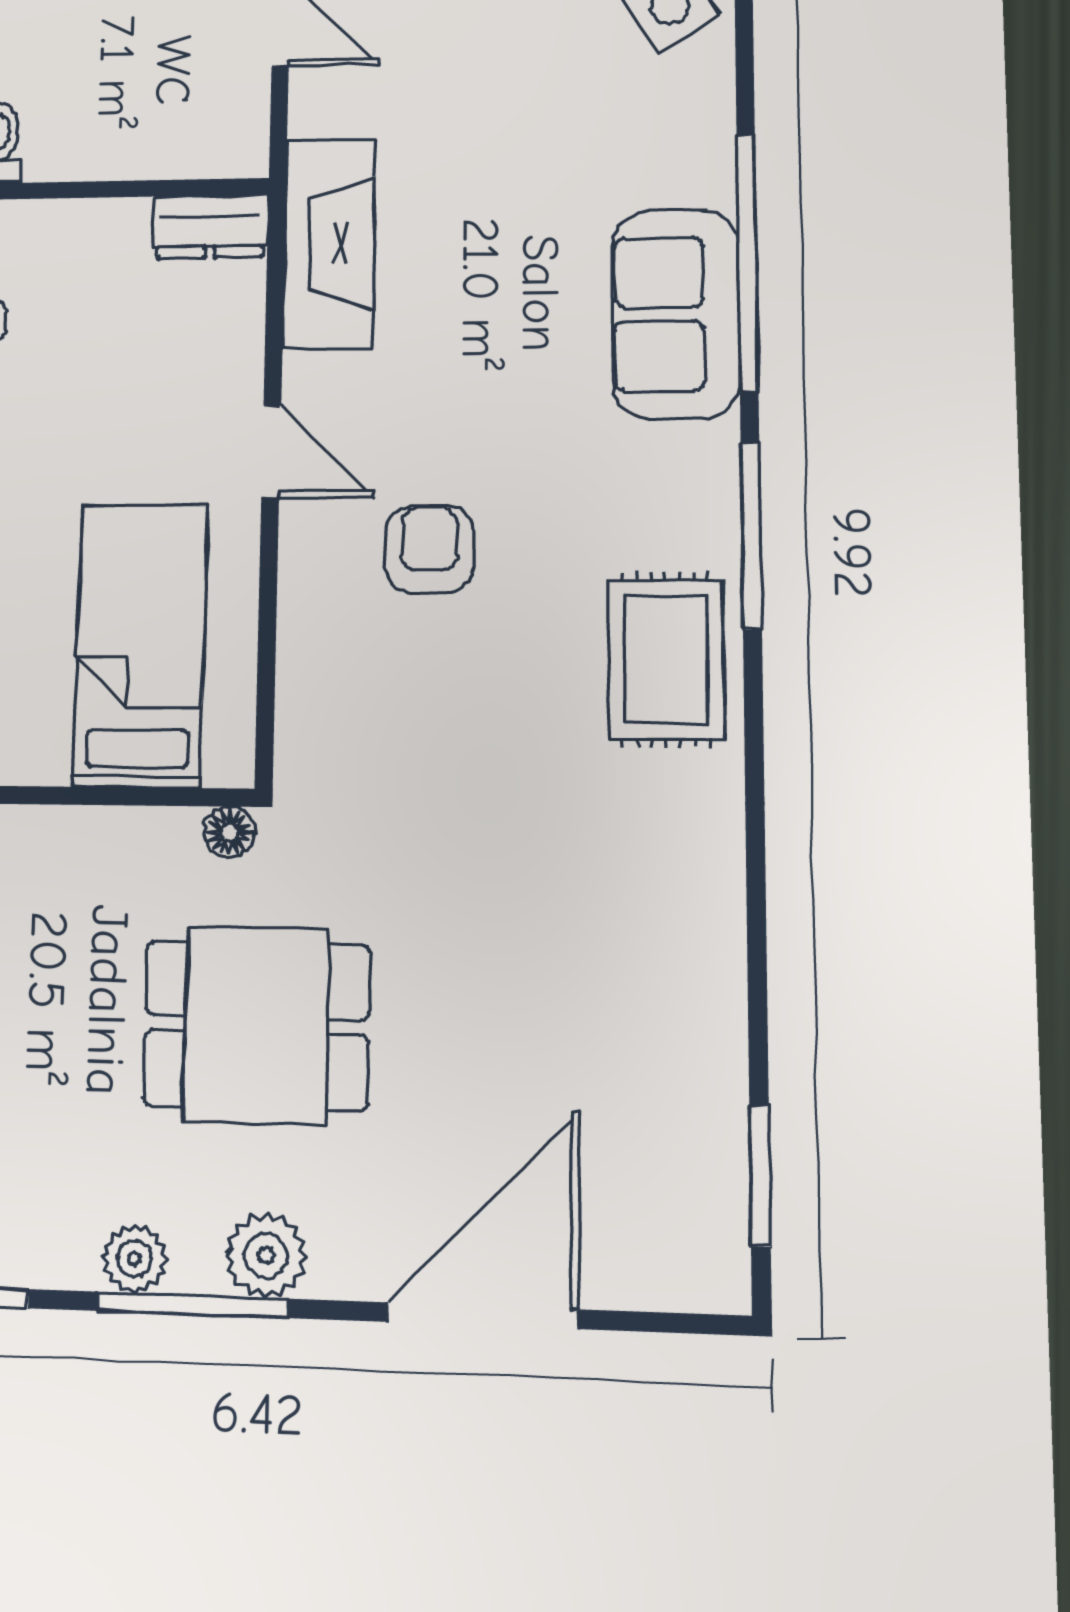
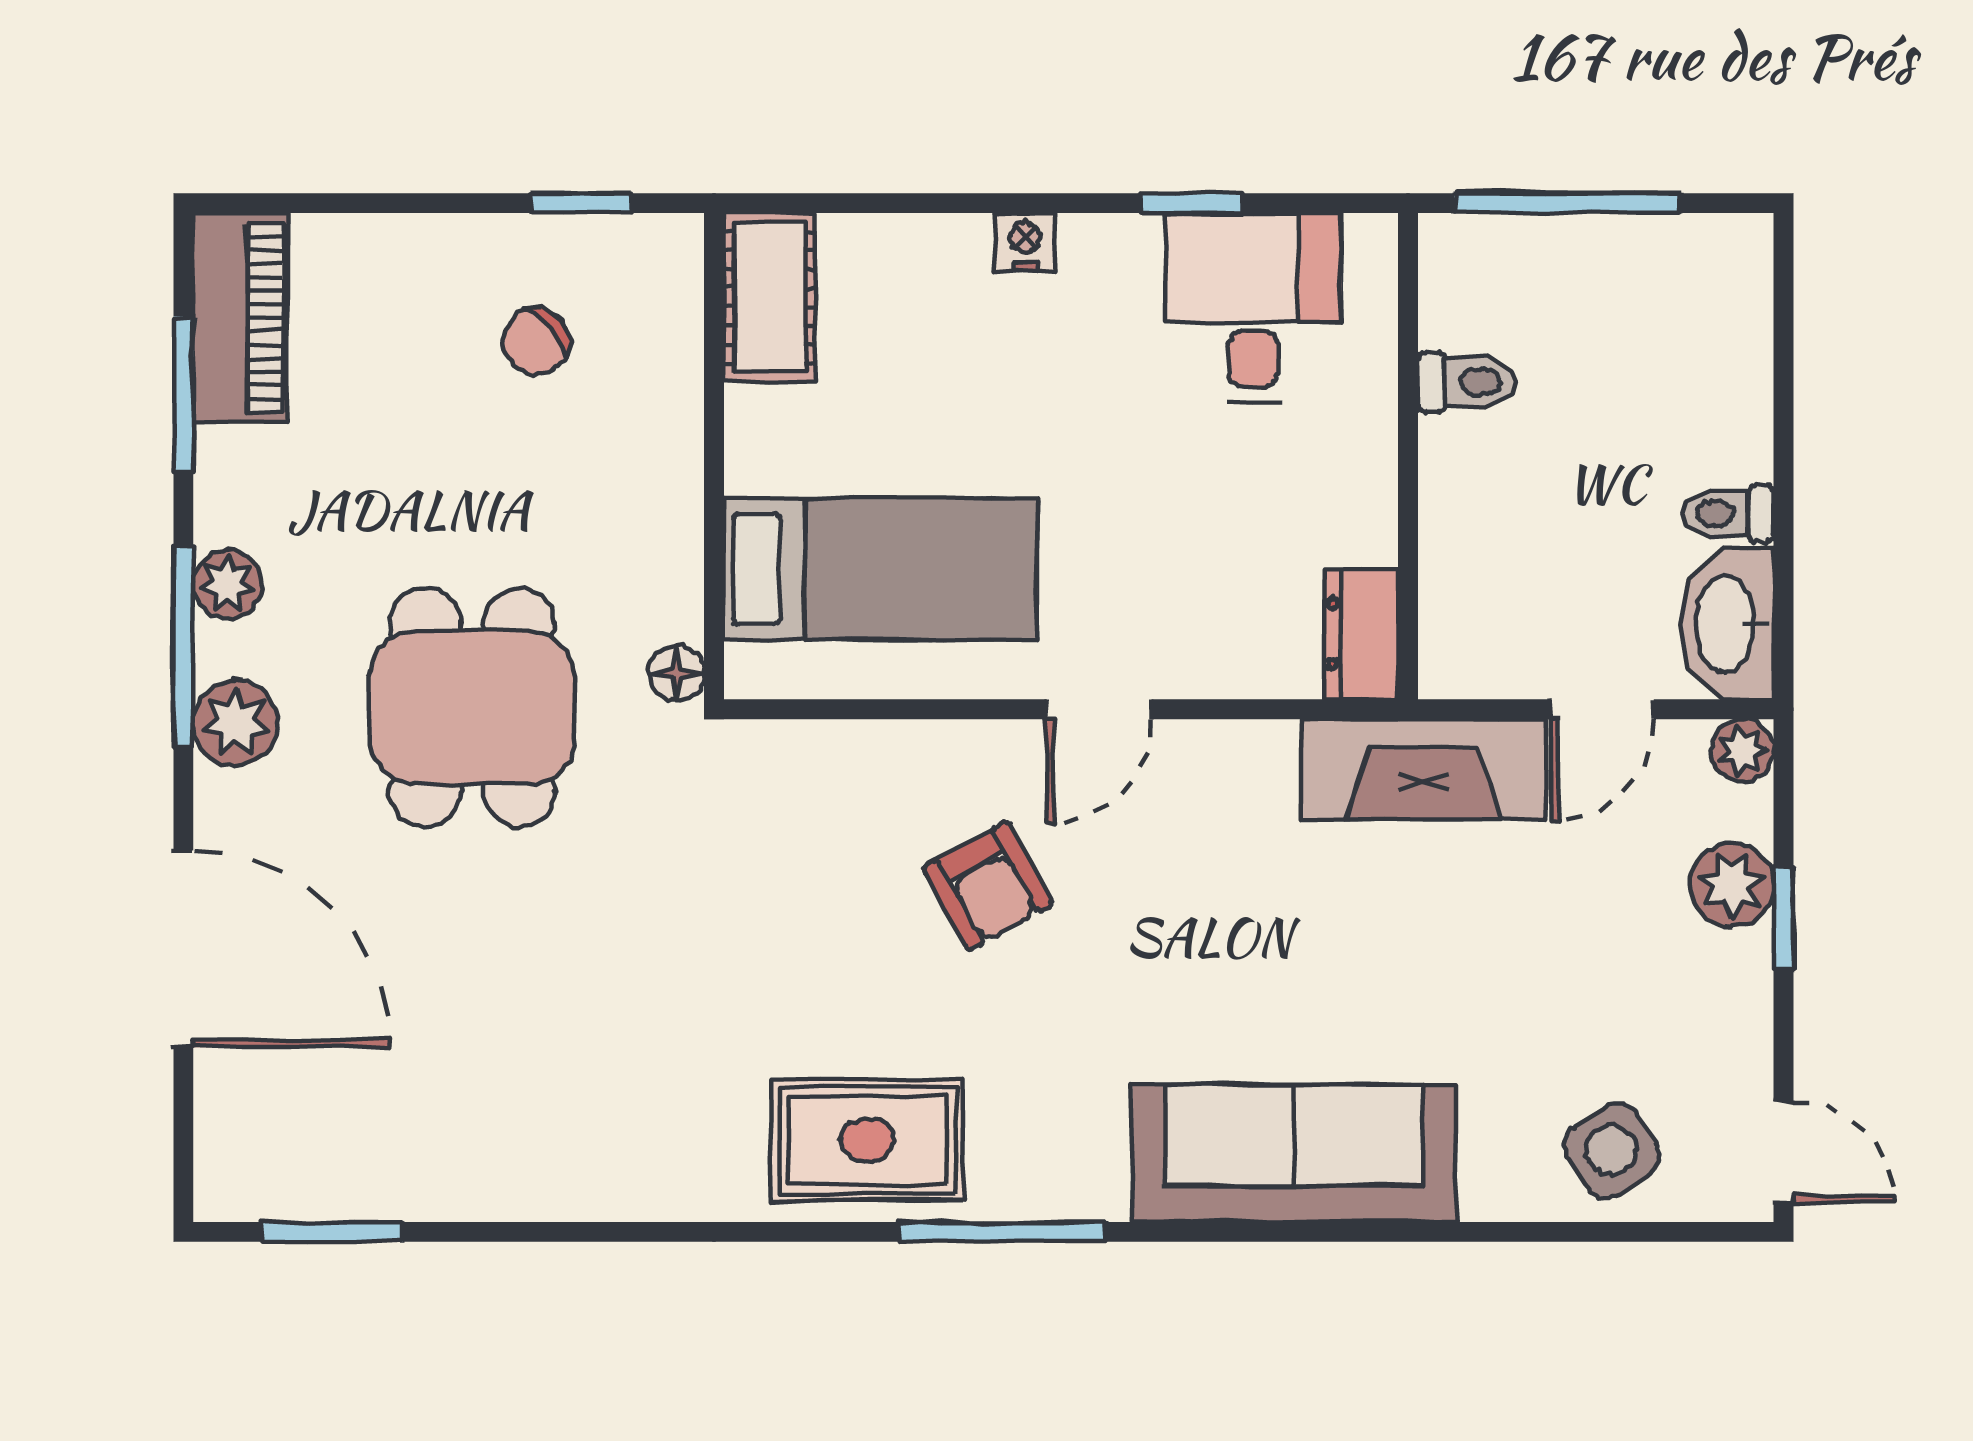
fireplace: (329, 243) -> (1423, 769), moved
window: (747, 262) -> (1309, 1232), removed
sofa: (675, 314) -> (1294, 1153), width x1.36
armchair: (429, 549) -> (988, 886), turned 61

